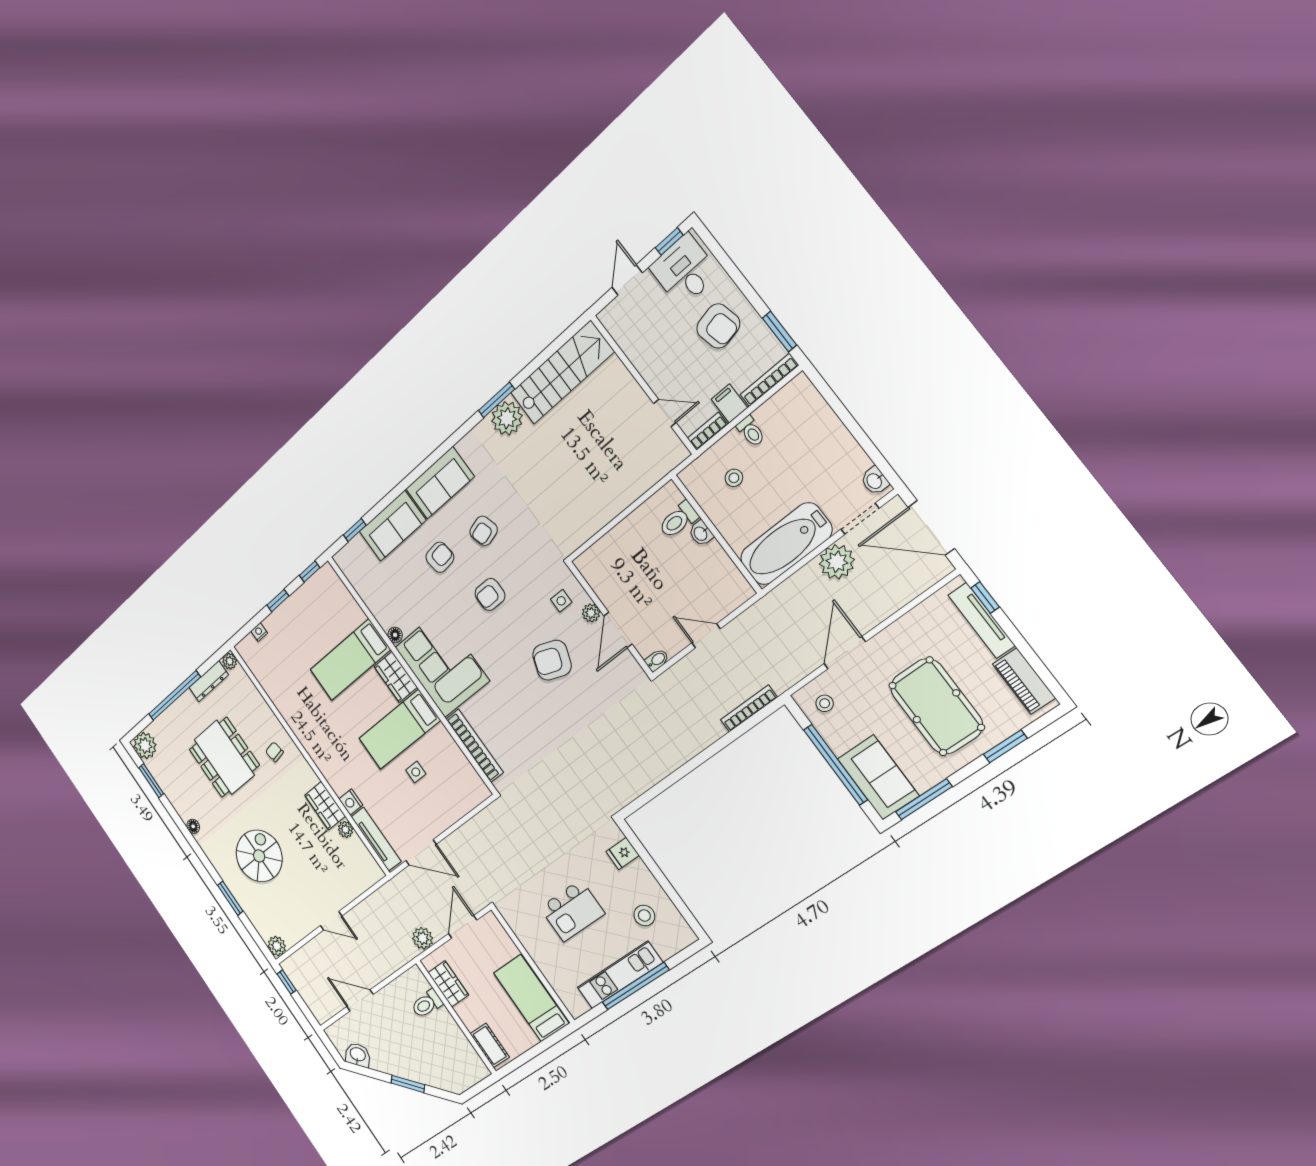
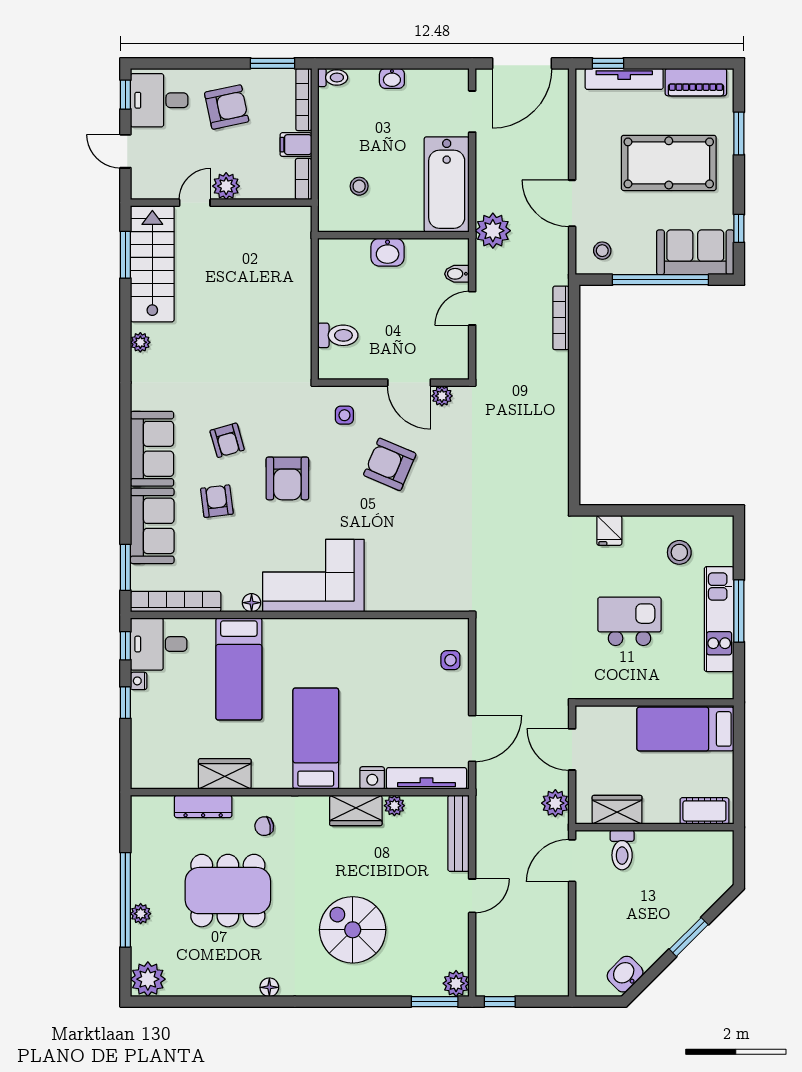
plant: (658, 378) -> (226, 186), added
window: (496, 400) -> (125, 255), moved
door: (665, 413) -> (195, 203), moved
plant: (507, 418) -> (140, 342), width x0.53, depth x0.53
toilet: (751, 431) -> (333, 77), moved
washbasin: (875, 481) -> (392, 78), moved
toilet: (678, 520) -> (338, 335), moved, turned -90
window: (355, 530) -> (125, 567), width x1.50
washbasin: (701, 533) -> (388, 252), width x1.38, depth x1.45
plant: (837, 562) -> (493, 231), moved
desk: (326, 593) -> (159, 644), added
armchair: (490, 594) -> (287, 478), width x1.38, depth x1.38
plant: (591, 613) -> (442, 396), moved
nightstand: (259, 632) -> (139, 681), moved
armchair: (552, 660) -> (390, 464), turned 93
bidet: (657, 660) -> (457, 274), moved, turned -90
plant: (230, 661) -> (141, 914), moved
wardrobe: (396, 677) -> (225, 774), moved, turned 180
dresser: (209, 681) -> (203, 806), moved, turned 90
bed: (399, 729) -> (316, 739), moved, turned 180
bookcase: (475, 746) -> (176, 602), moved
side table: (416, 772) -> (450, 660), moved
window: (151, 781) -> (188, 1002), removed
window: (924, 799) -> (739, 228), width x0.46
bench: (360, 885) -> (458, 833), added
window: (230, 898) -> (435, 1002), moved
kitchen island: (572, 911) -> (629, 621), turned -90
window: (636, 986) -> (739, 611), width x0.68
door: (360, 1000) -> (572, 861), moved

